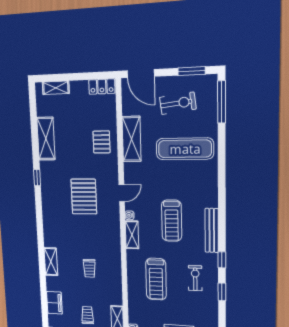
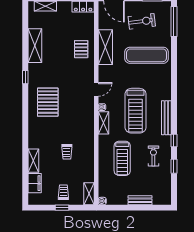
pallet: (84, 197) -> (48, 102), moved
treadmill: (172, 221) -> (136, 111), width x1.37, depth x1.38
shelving: (51, 262) -> (33, 161), moved

